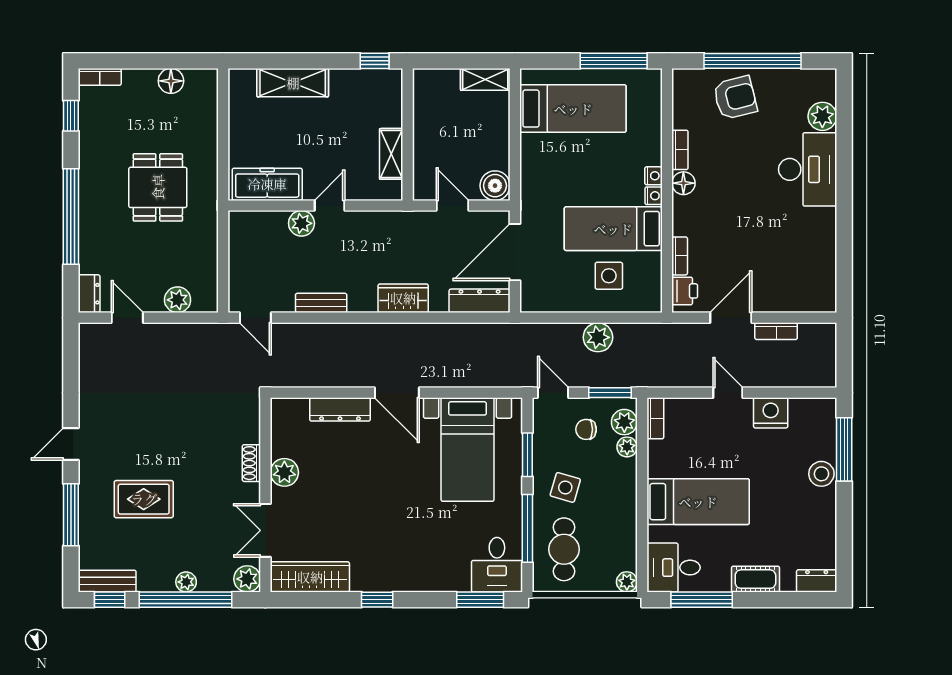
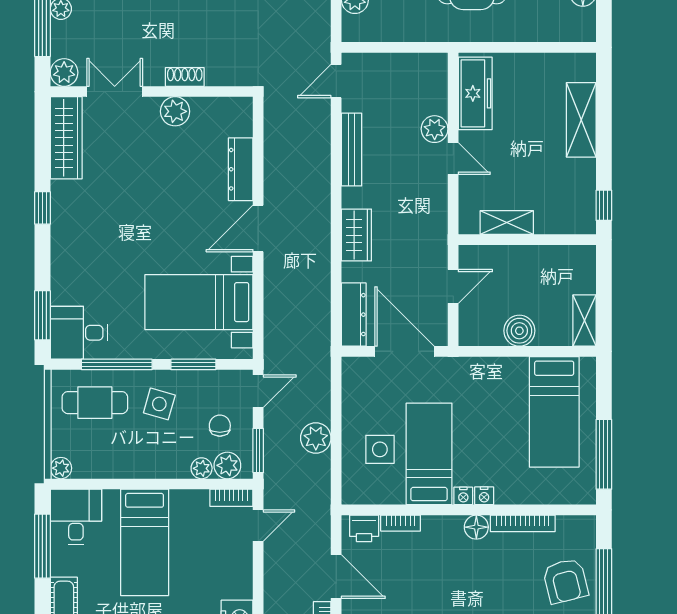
bookcase: (680, 150) -> (523, 523), width x1.56
boiler: (495, 186) -> (519, 331), moved
bench: (321, 303) -> (352, 150), width x1.36
door: (728, 393) -> (258, 525), moved

